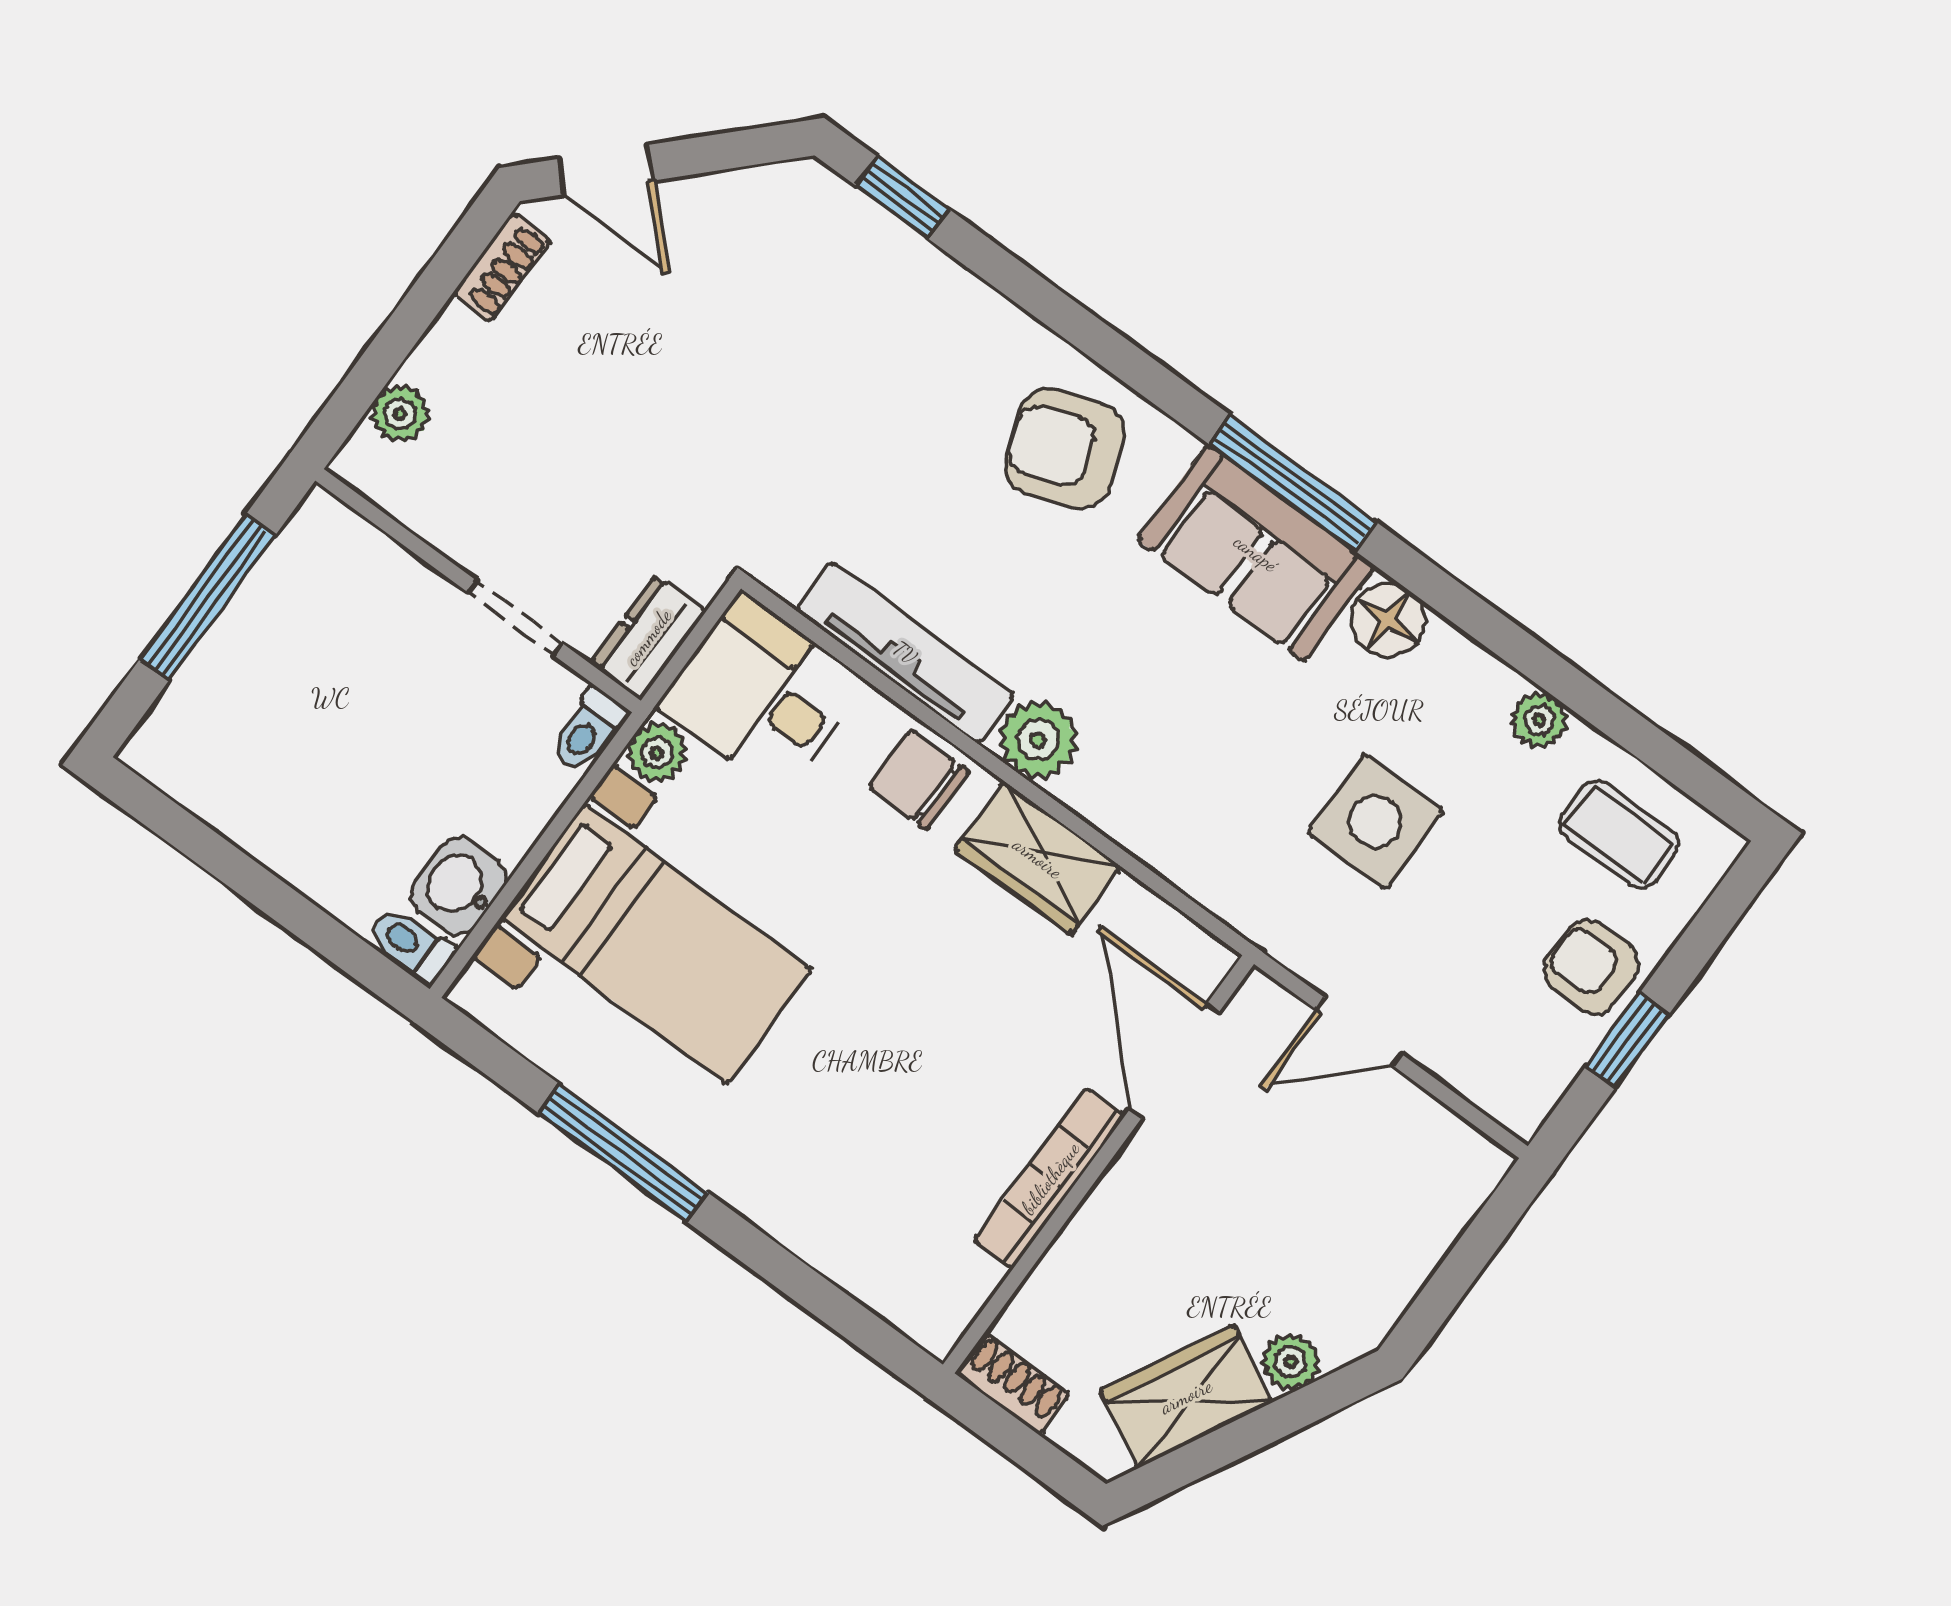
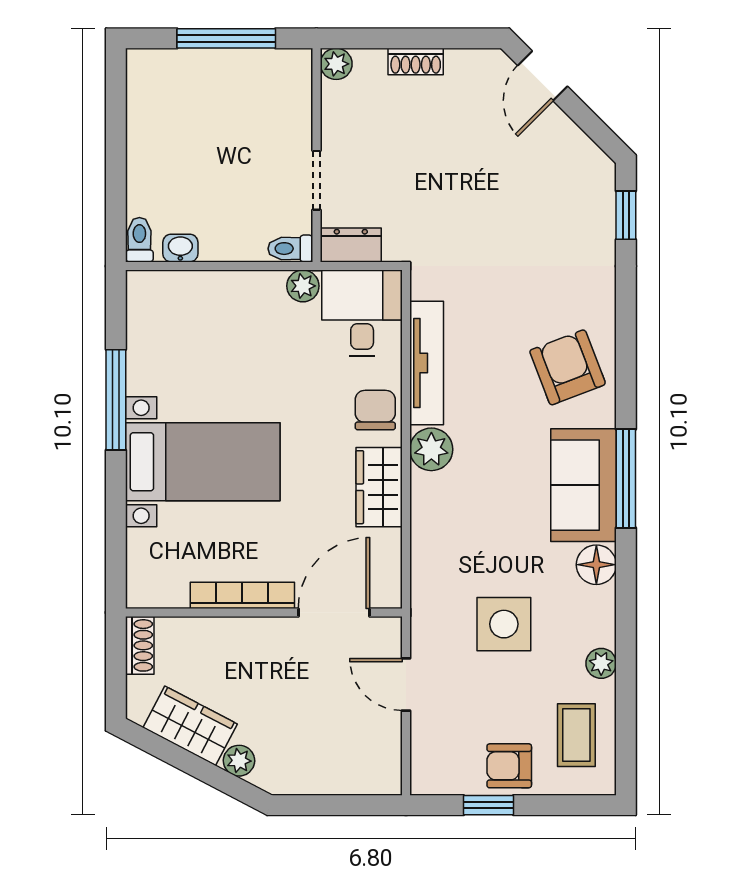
shoe rack: (502, 267) -> (416, 61), moved
plant: (400, 414) -> (336, 64), moved
washbasin: (459, 886) -> (180, 248), width x0.72, depth x0.69
bed with nightstands: (656, 944) -> (203, 462), moved, turned -90
armchair: (1591, 967) -> (509, 766), turned -90

